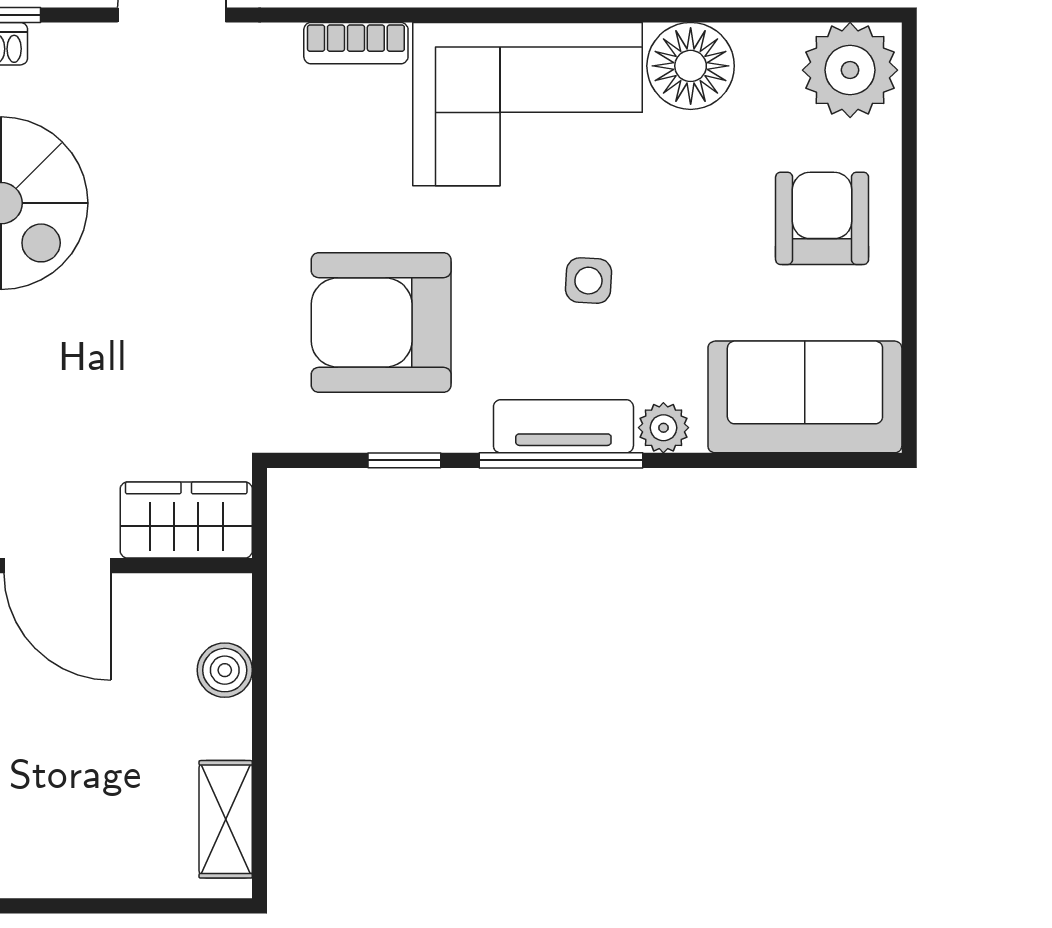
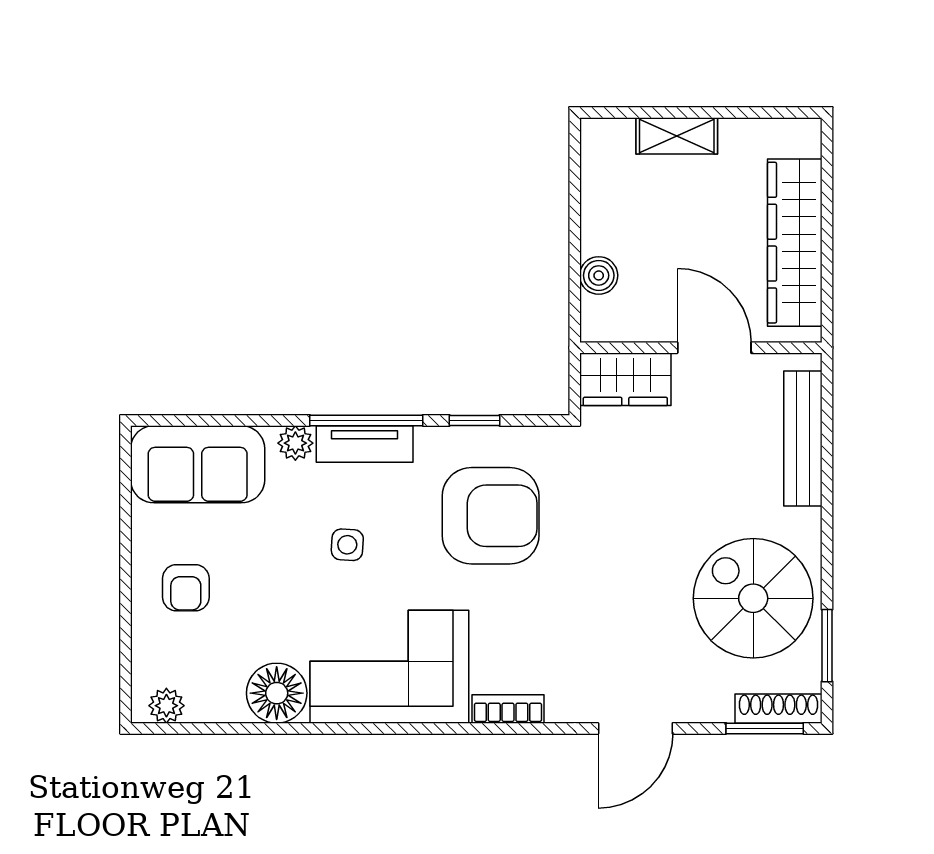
plant: (850, 70) -> (166, 706), width x0.53, depth x0.53
armchair: (822, 218) -> (186, 588), width x0.72, depth x0.72
shelving: (226, 819) -> (677, 136), moved, turned 90

